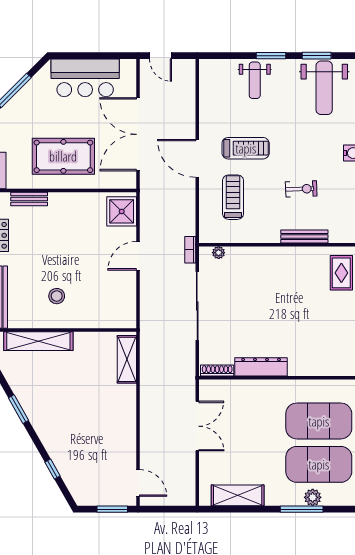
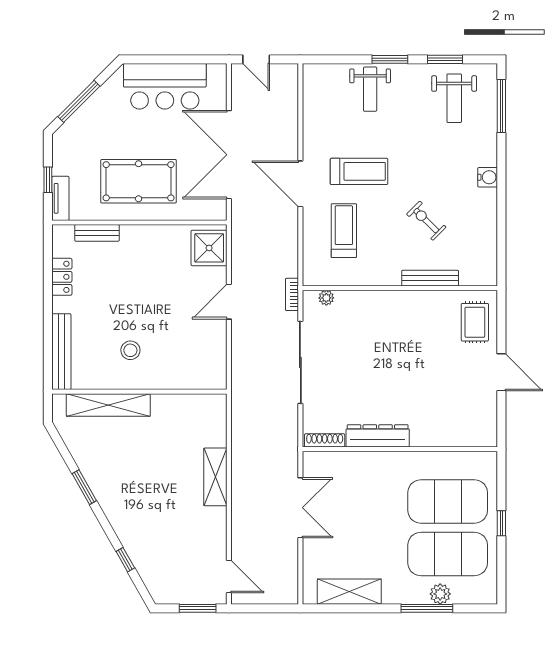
weight bench: (324, 88) -> (454, 98), width x0.73, depth x0.75
exercise bike: (301, 189) -> (426, 221), turned -133
shelving: (127, 359) -> (215, 477), moved

